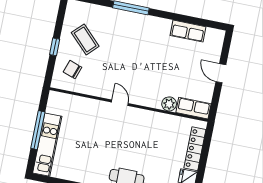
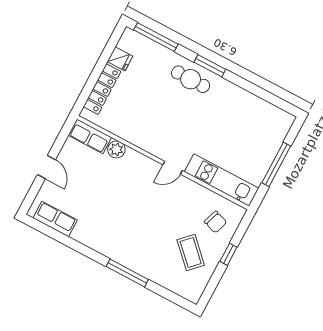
row of seats: (188, 31) -> (55, 219), moved
door: (120, 103) -> (173, 168), hinge flipped
kitchen unit: (47, 145) -> (221, 180), moved, turned 90

